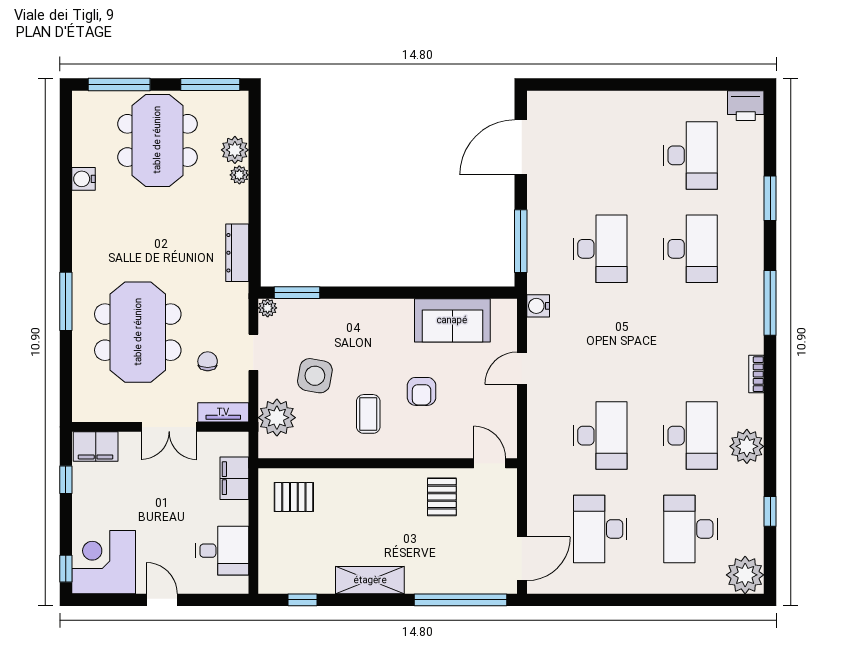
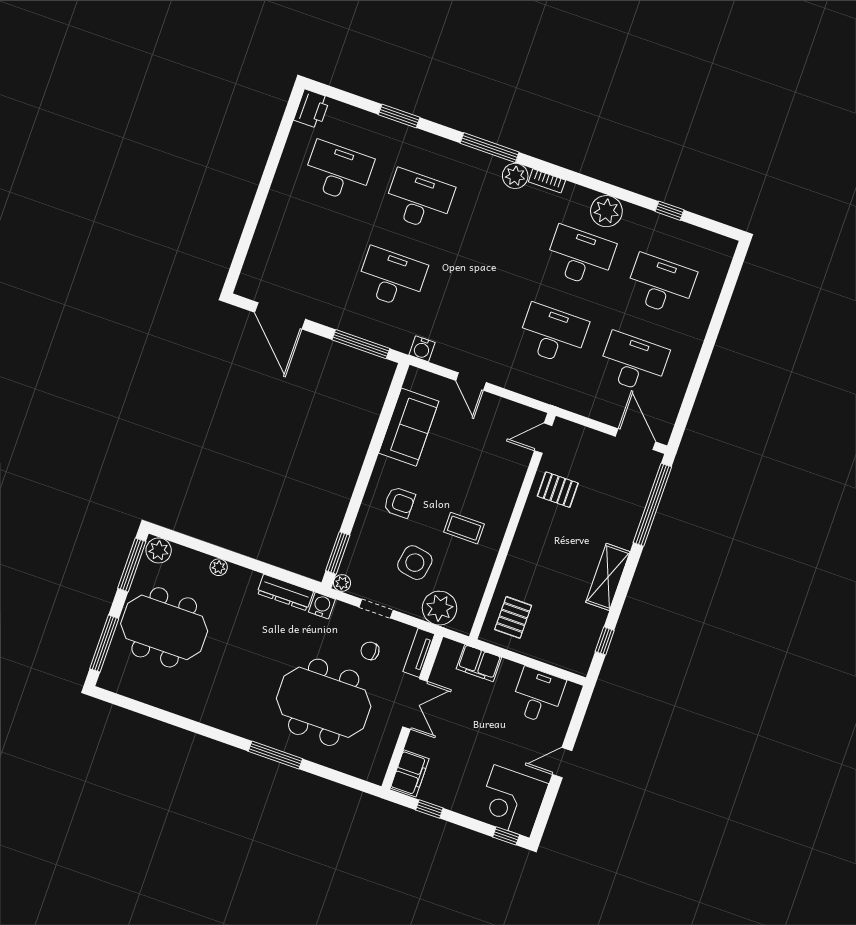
plant: (235, 150) -> (159, 550), moved
water cooler: (84, 179) -> (322, 606), moved, turned 180
armchair: (422, 391) -> (399, 502), moved
desk: (600, 529) -> (633, 363), turned 180
desk: (691, 529) -> (661, 285), turned 180
plant: (745, 575) -> (515, 176), moved, width x0.73, depth x0.73

